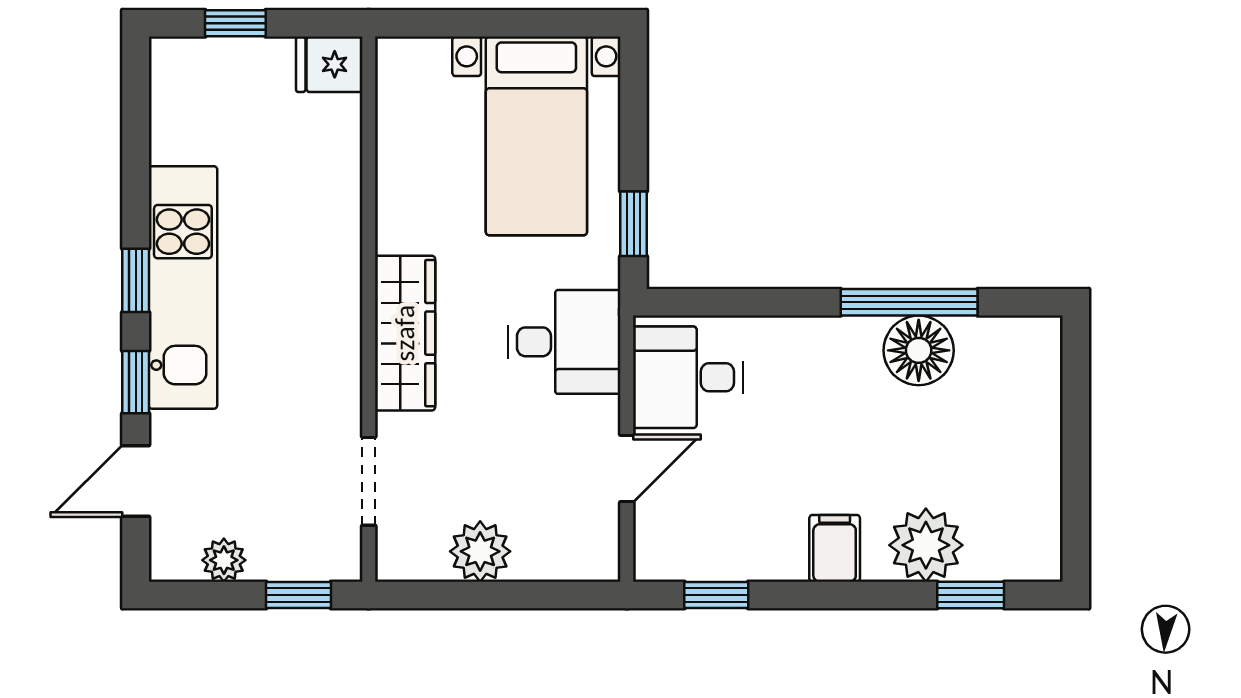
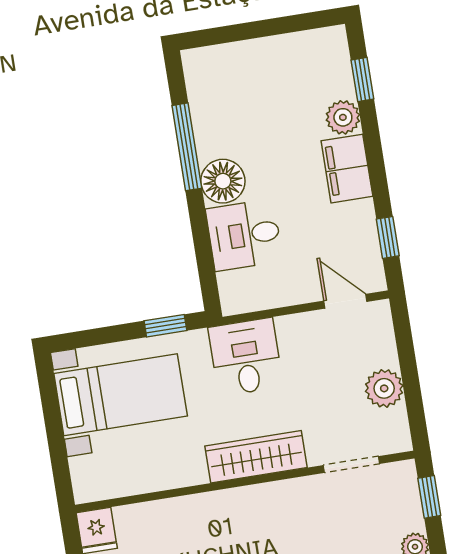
floor lamp: (919, 350) -> (223, 181), moved
desk: (688, 377) -> (244, 235), moved, turned 90
door: (627, 468) -> (345, 301), moved
plant: (926, 545) -> (343, 117), width x0.73, depth x0.73
filing cabinet: (835, 548) -> (347, 169), width x2.00

